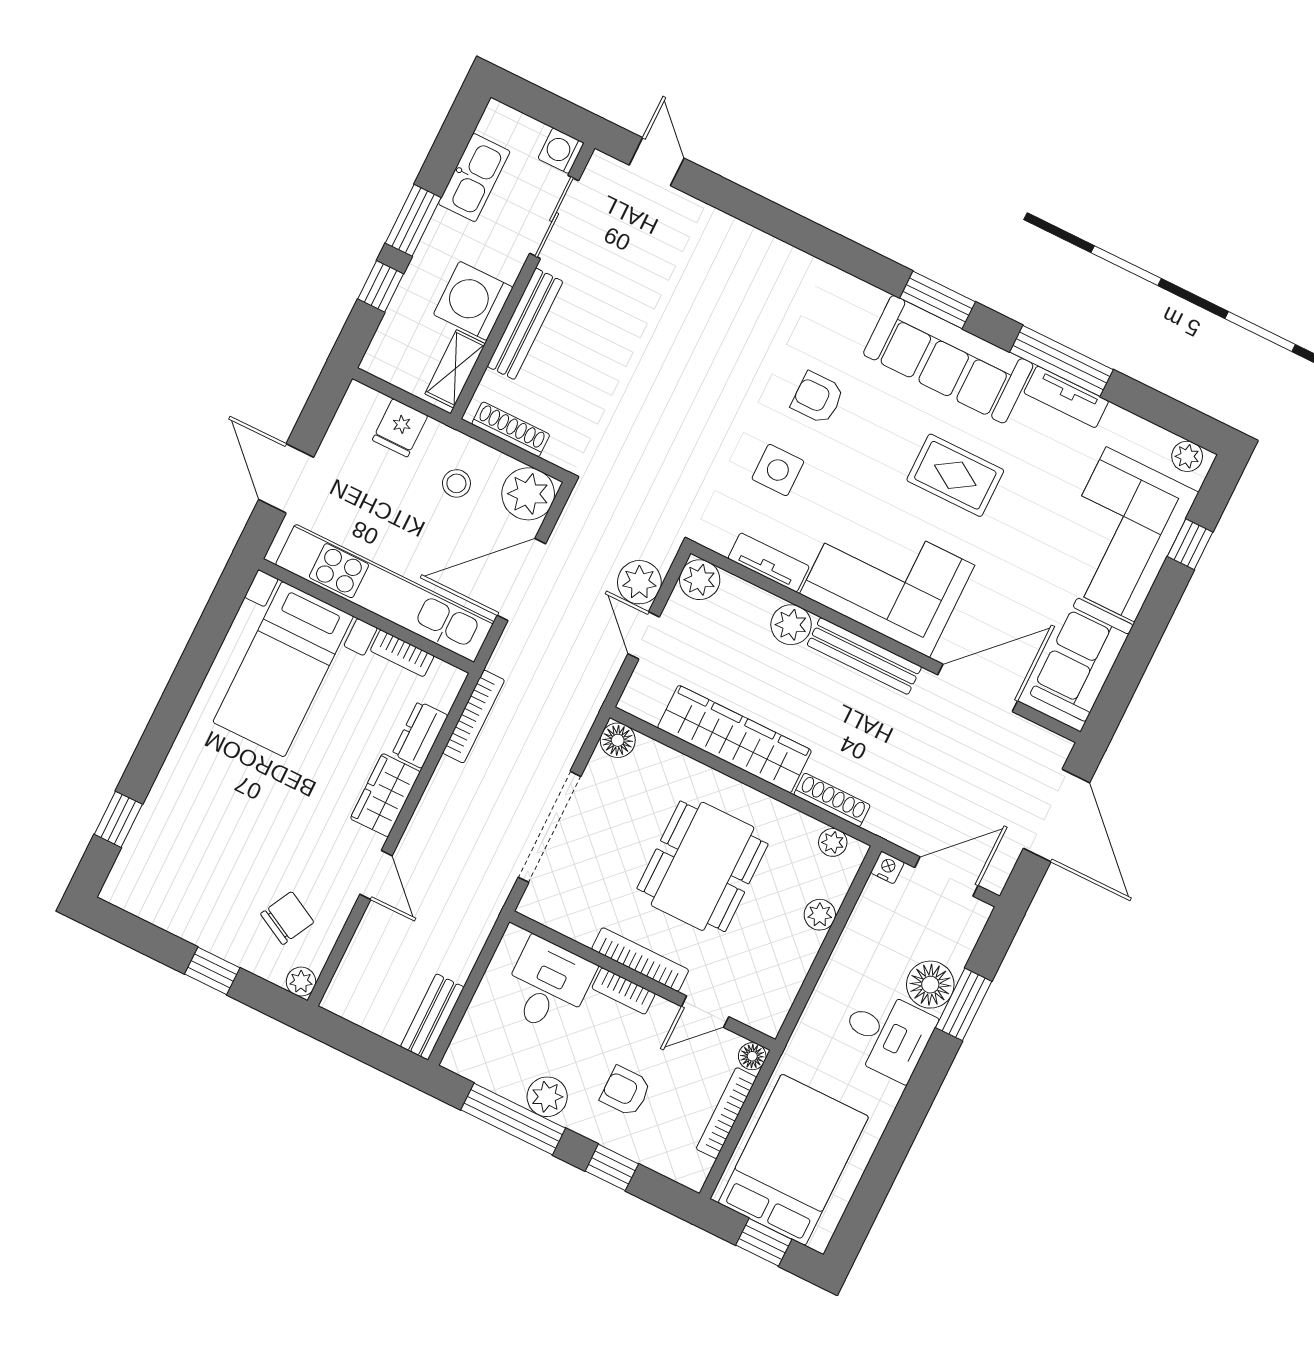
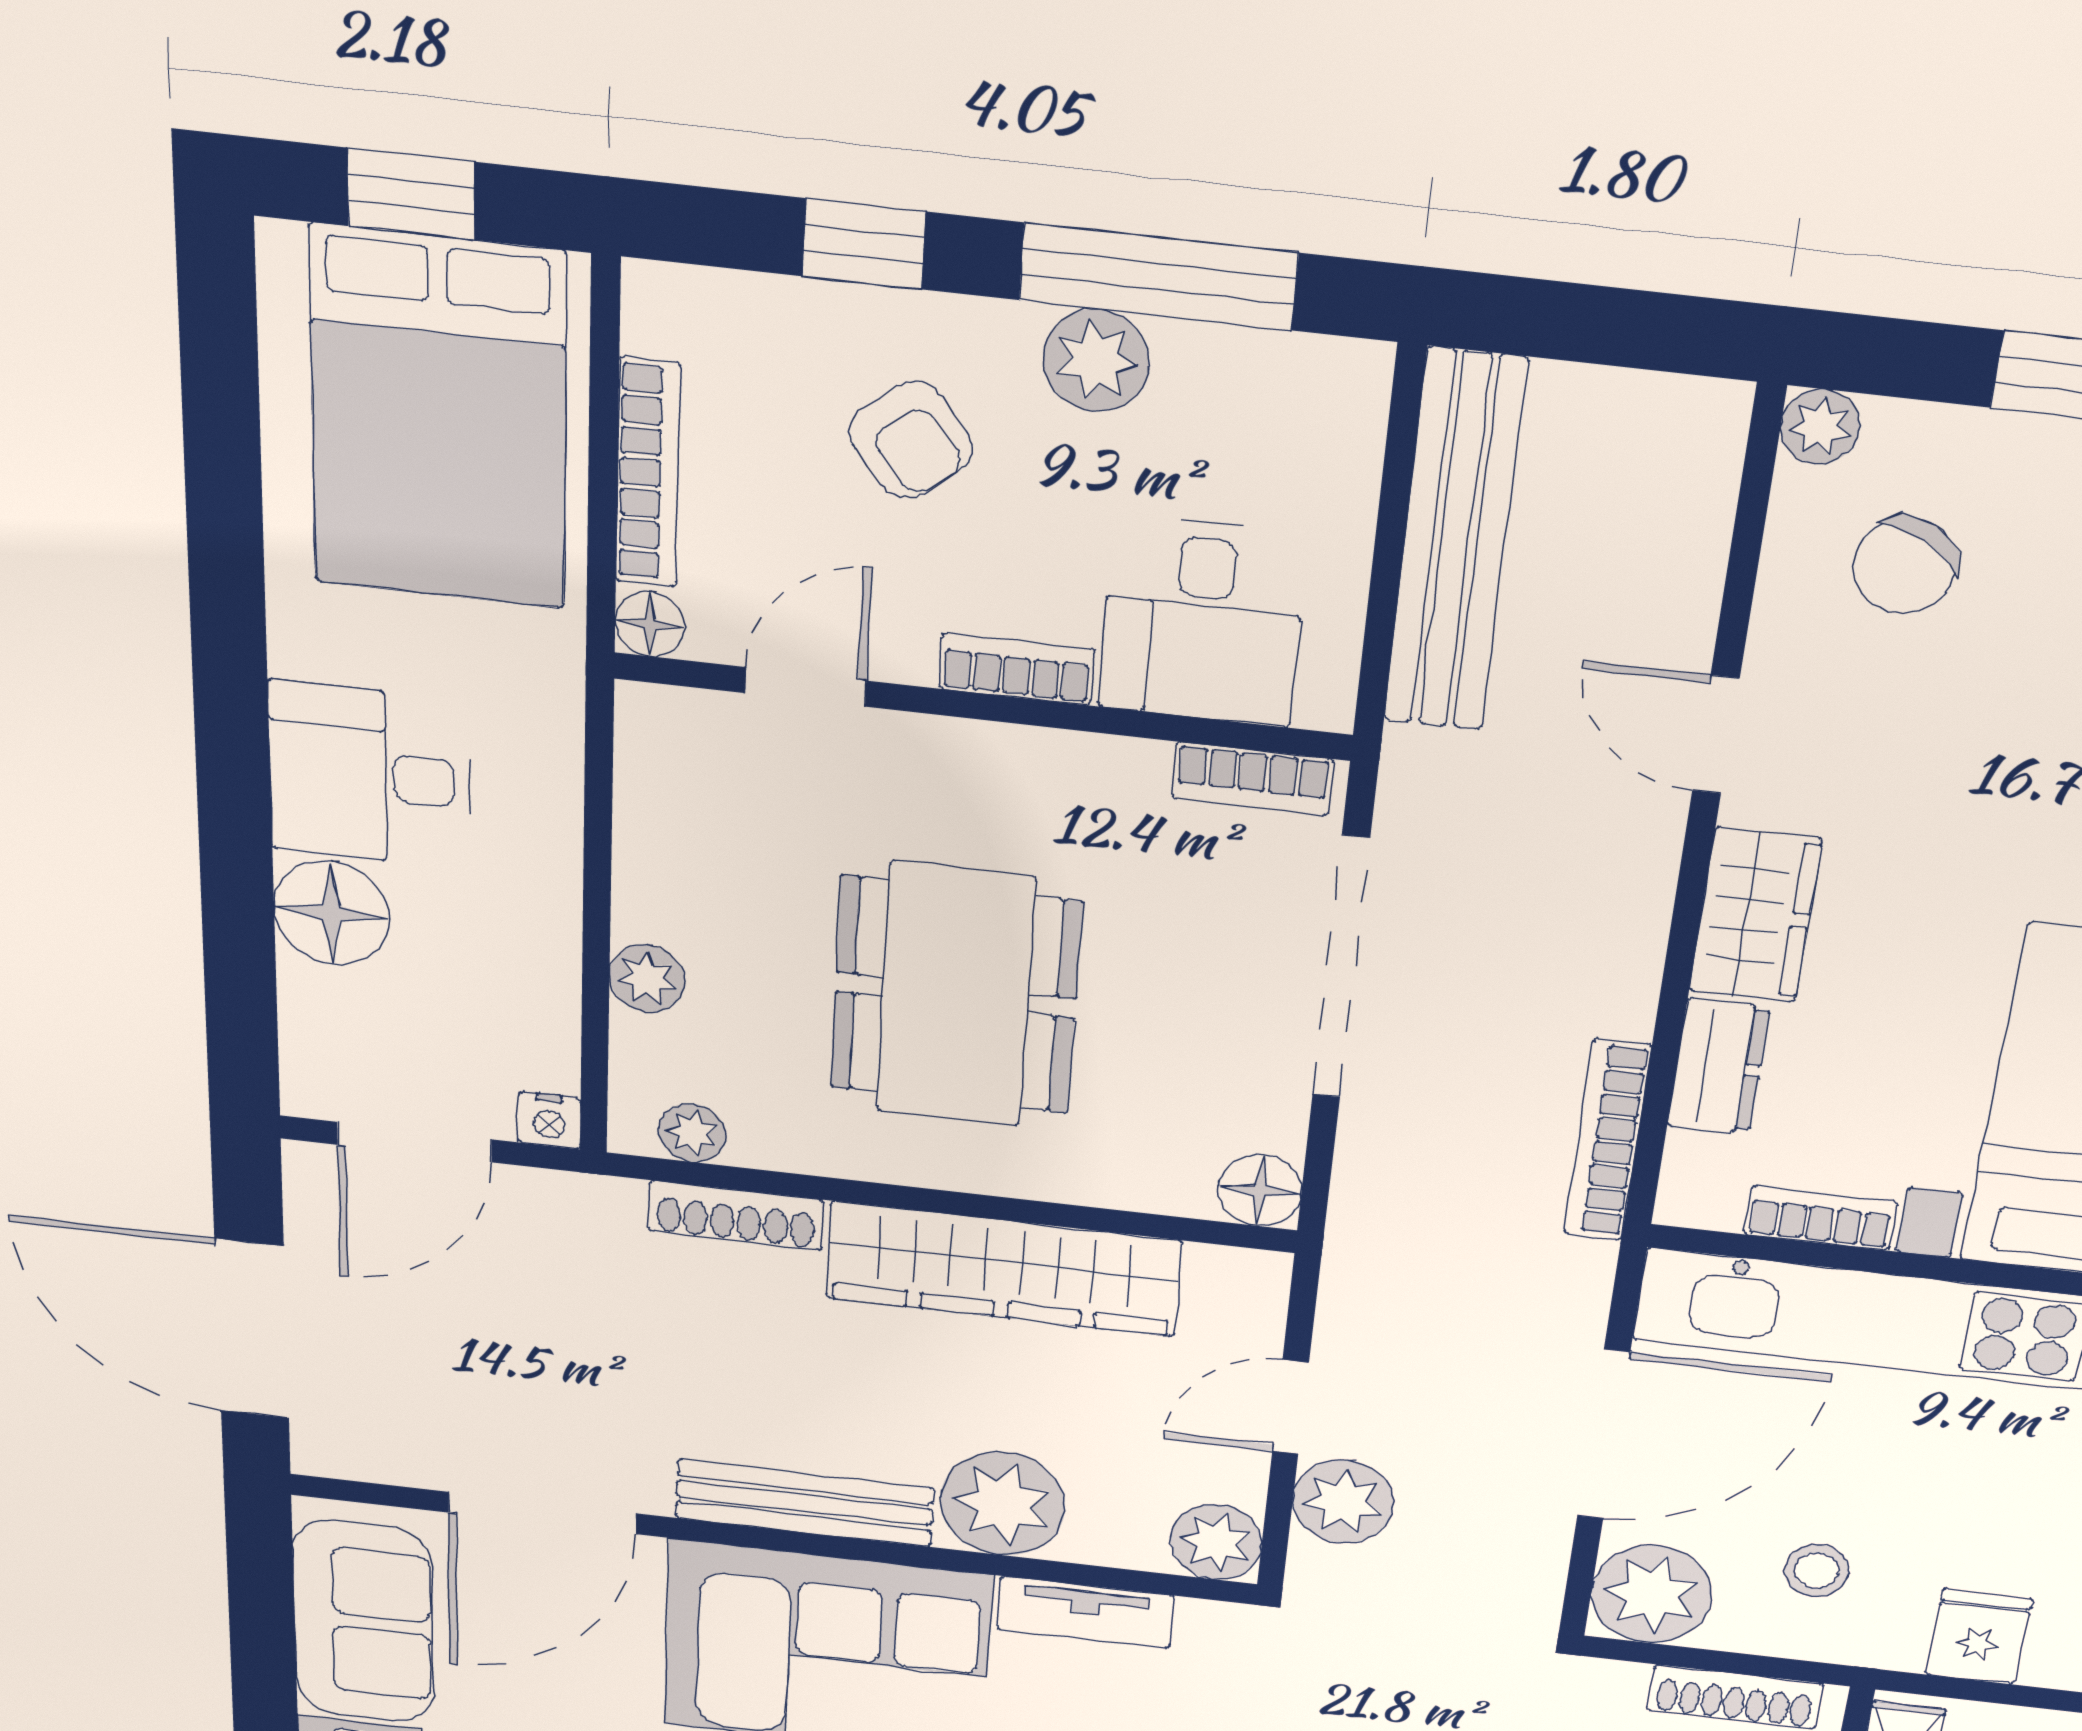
plant: (791, 625) -> (1003, 1504), width x1.36, depth x1.36
door: (644, 635) -> (1290, 1407), swing flipped
bookcase: (640, 960) -> (1252, 779), moved, width x0.64
window: (964, 1004) -> (237, 895), removed
bench: (432, 1017) -> (1455, 542), width x1.86, depth x1.21
armchair: (626, 1091) -> (911, 440), turned 52

